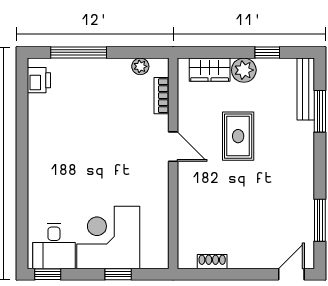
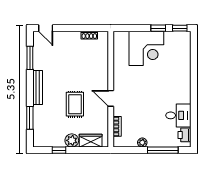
plant: (140, 66) -> (142, 143), moved
bench: (306, 89) -> (38, 88), moved
desk: (54, 246) -> (178, 115), moved, turned 90
window: (118, 274) -> (158, 28), moved
door: (291, 274) -> (46, 28), hinge flipped

